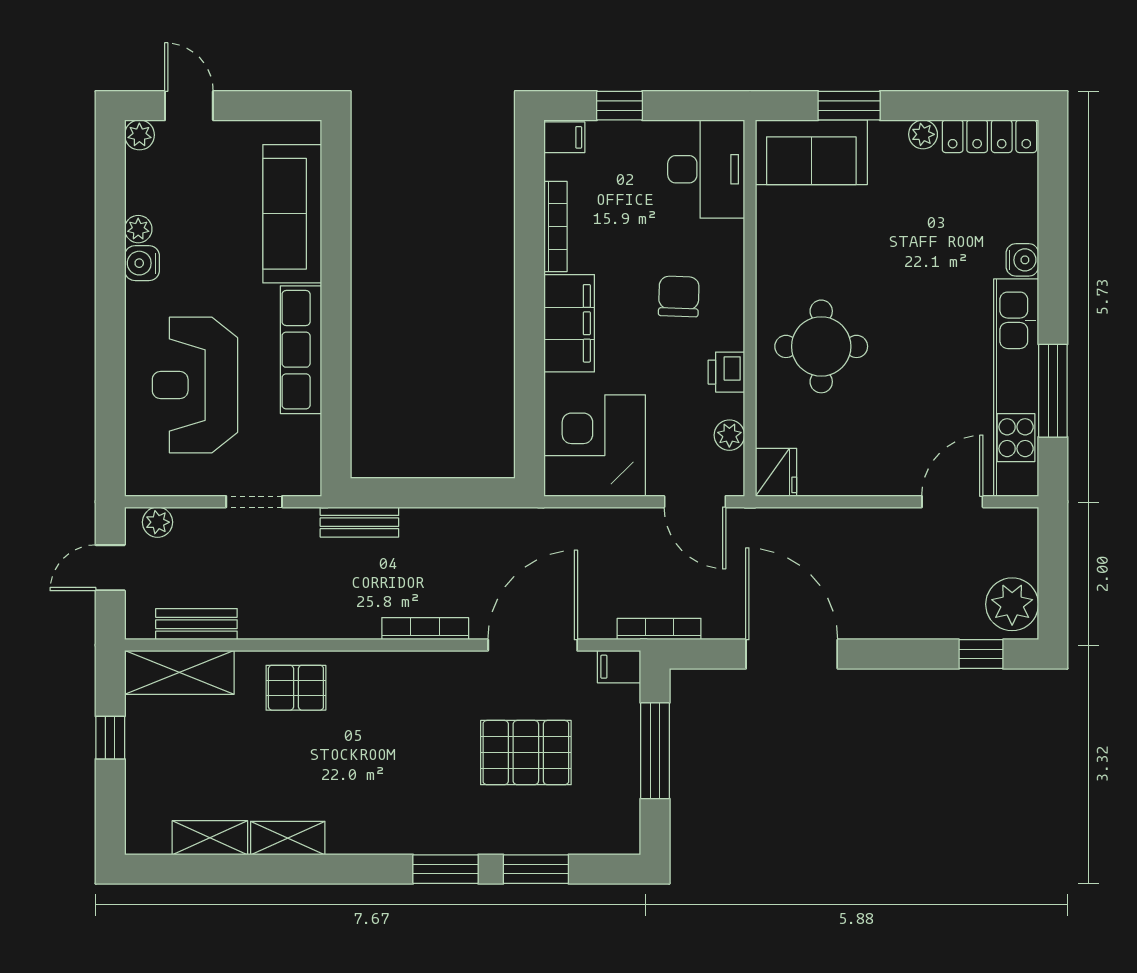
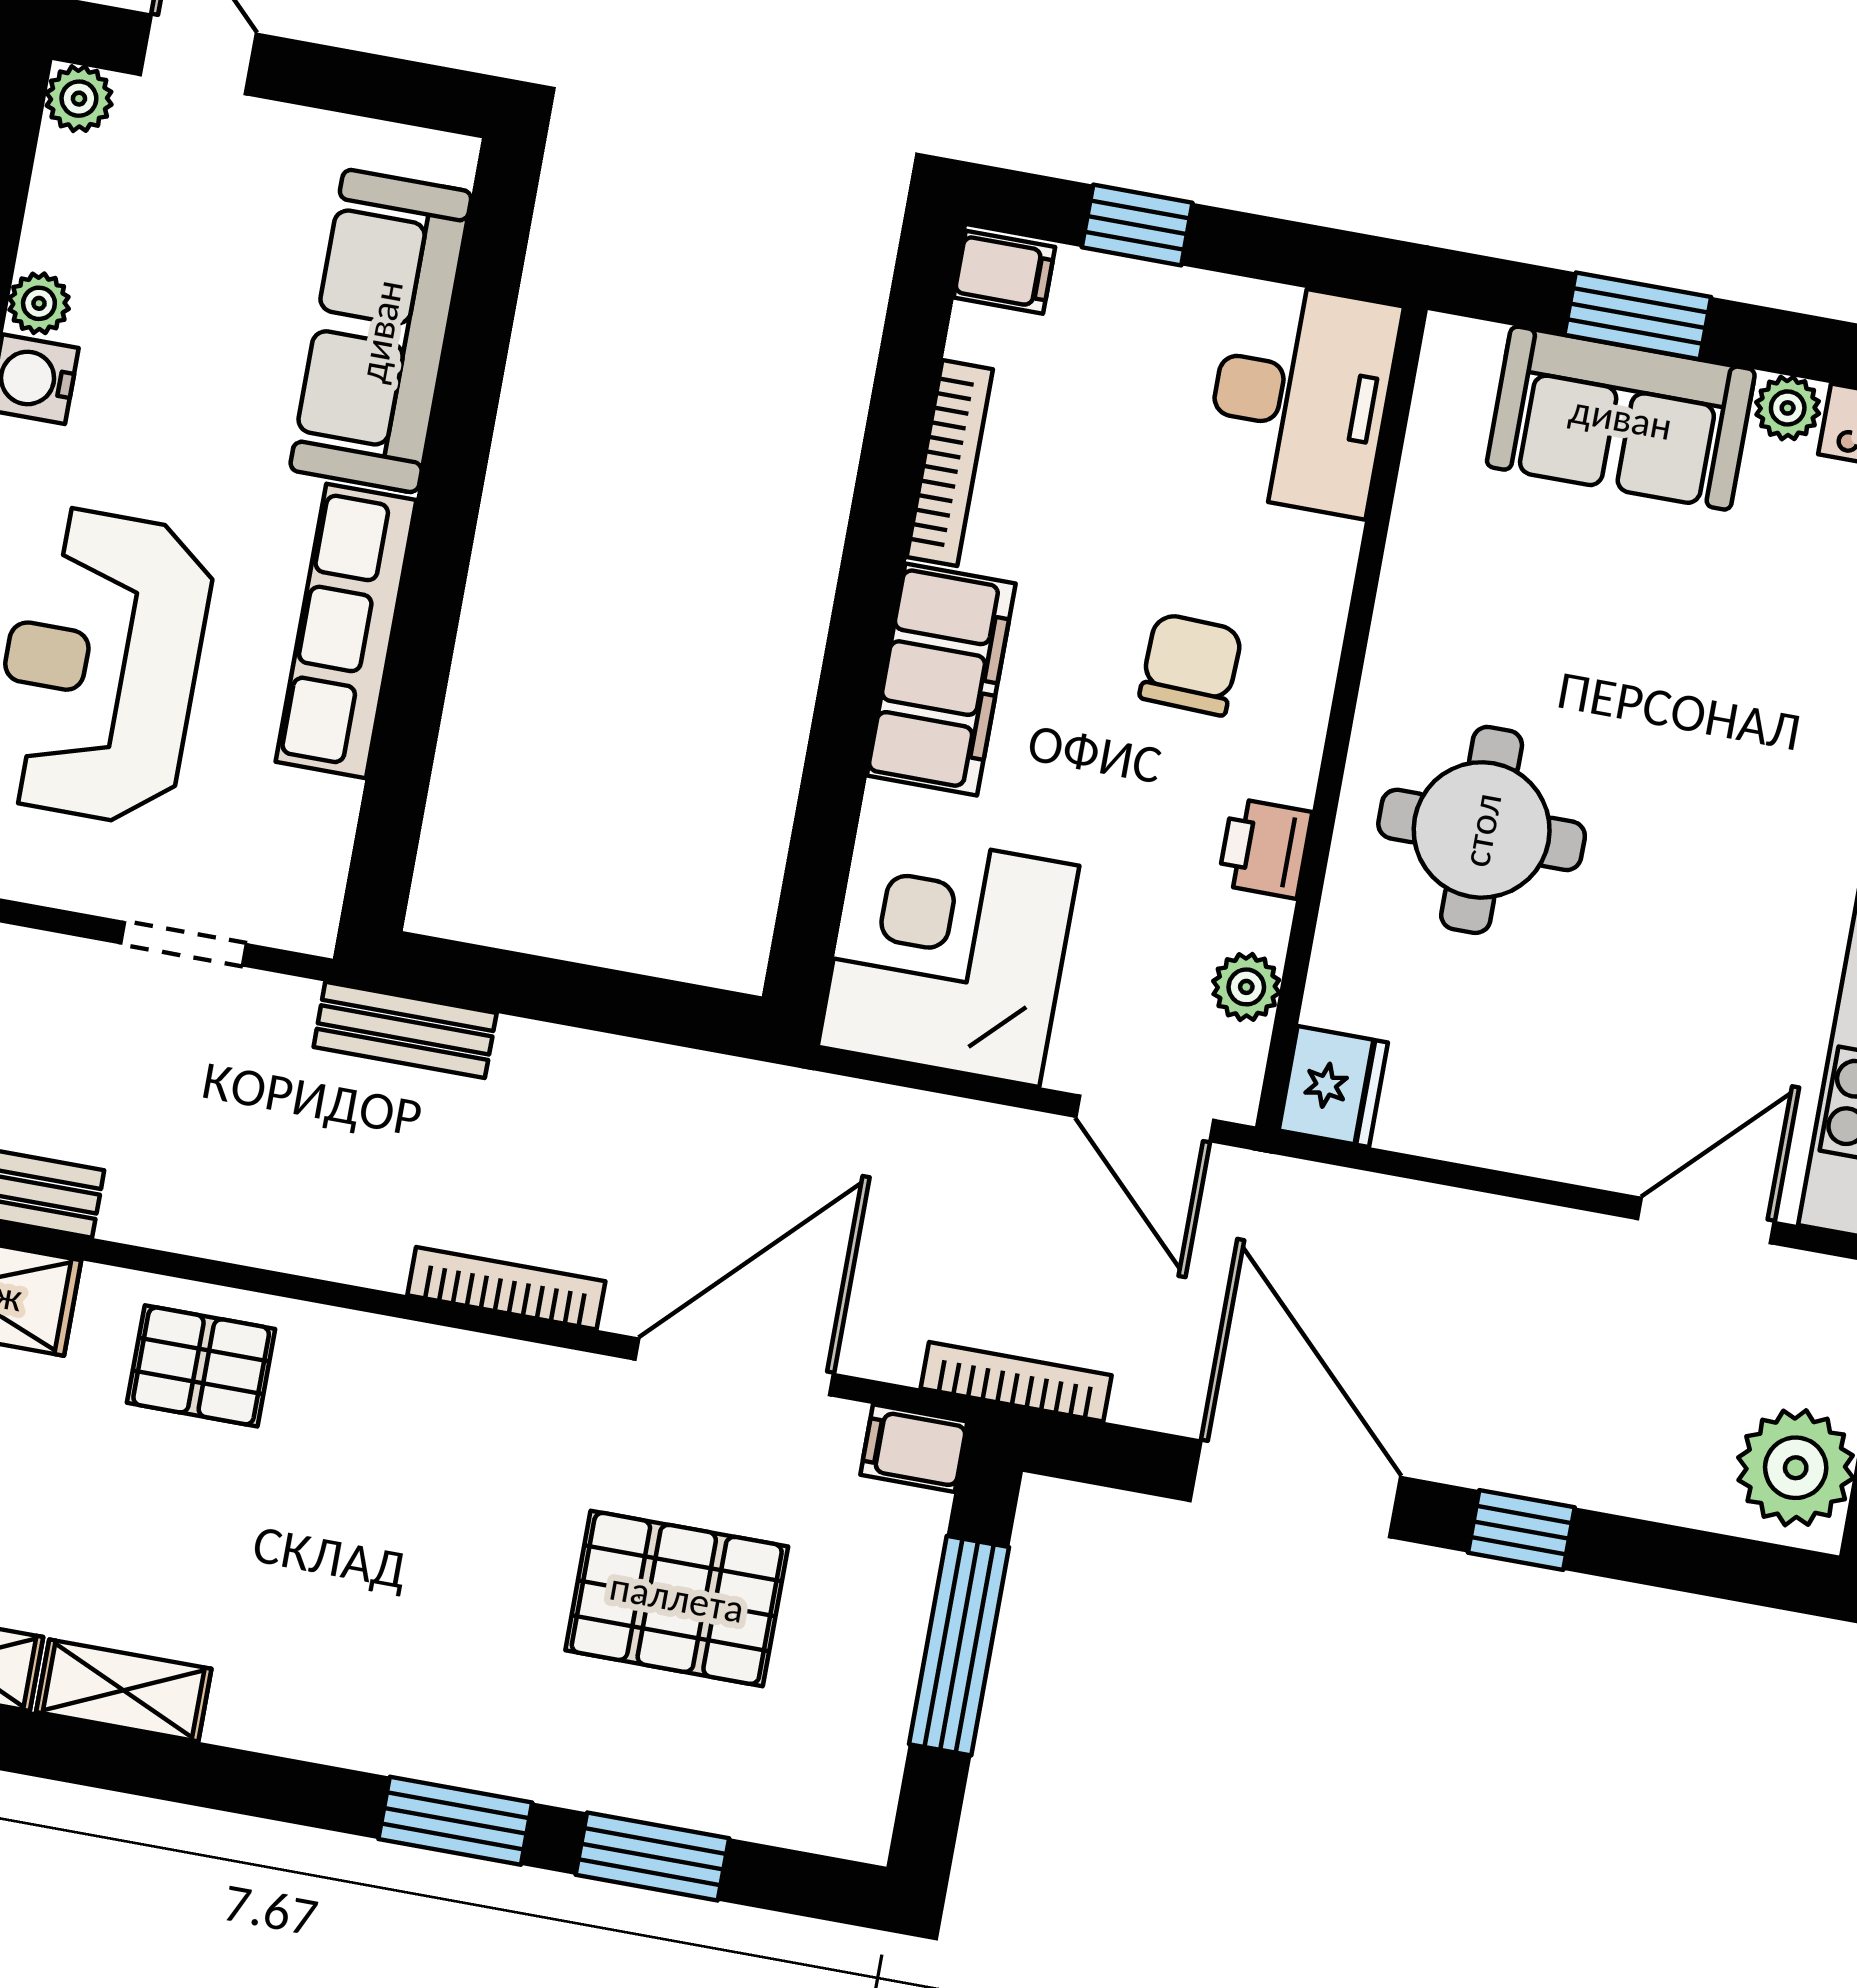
sofa: (811, 152) -> (1621, 418), moved
window: (981, 654) -> (1521, 1530), moved

